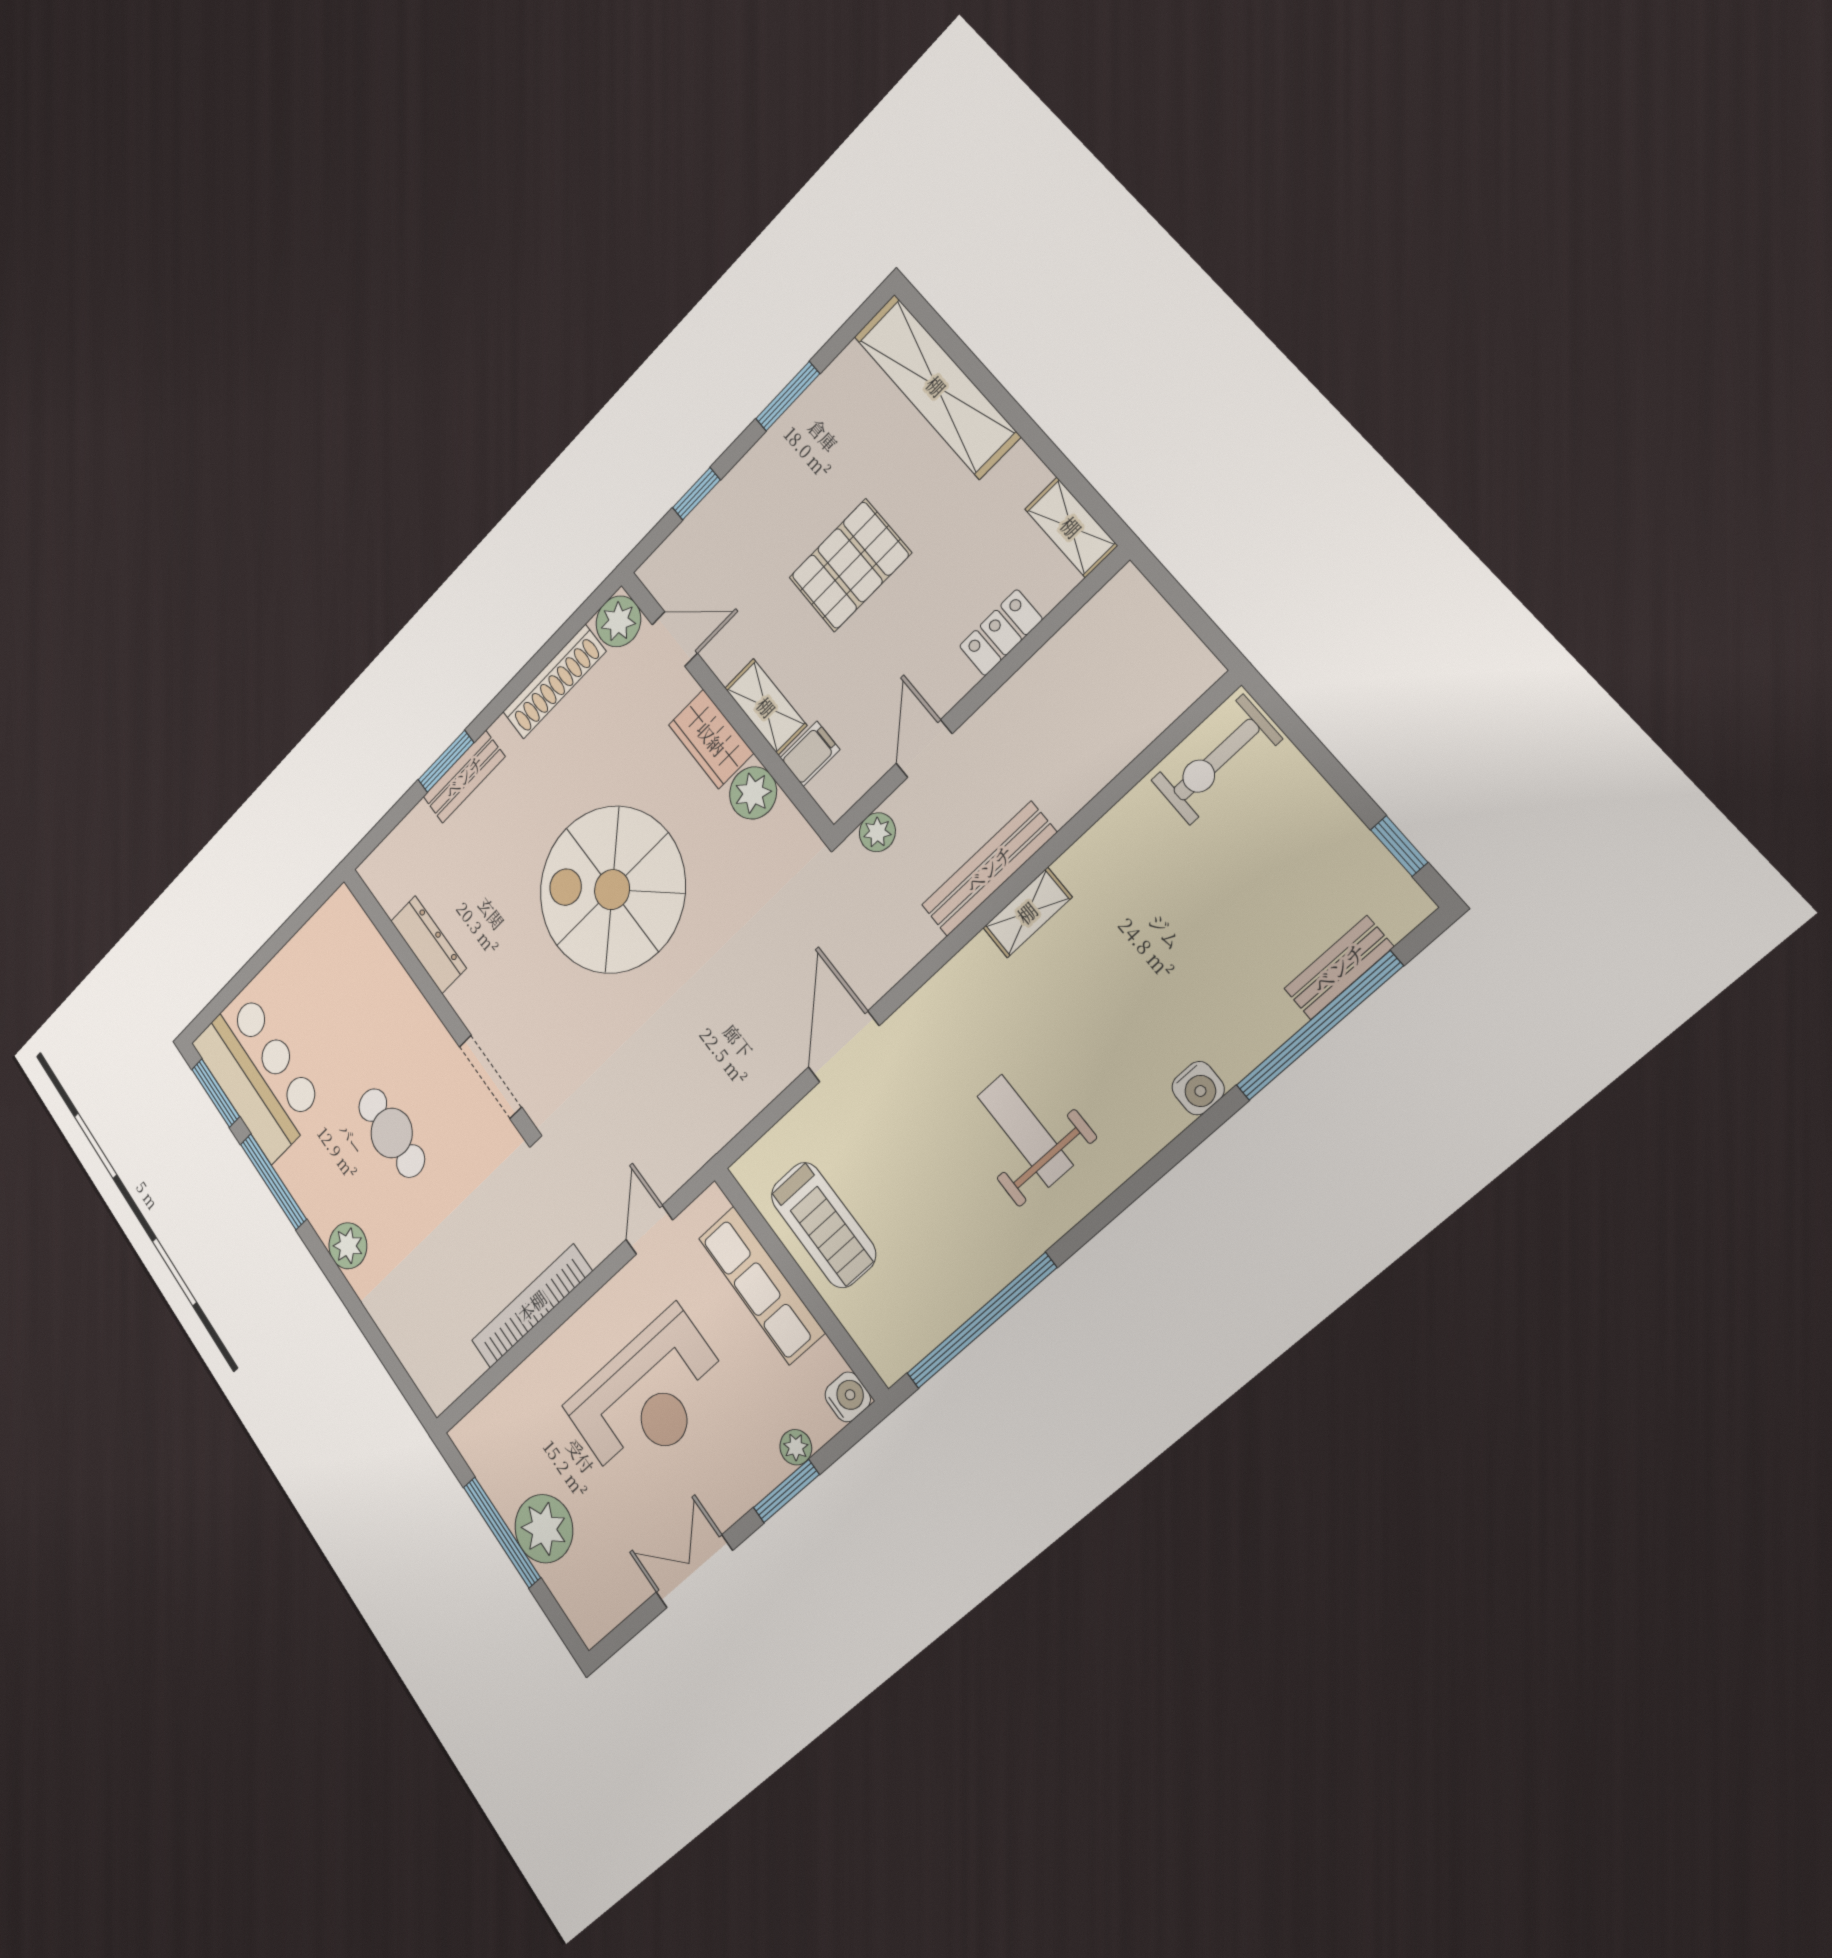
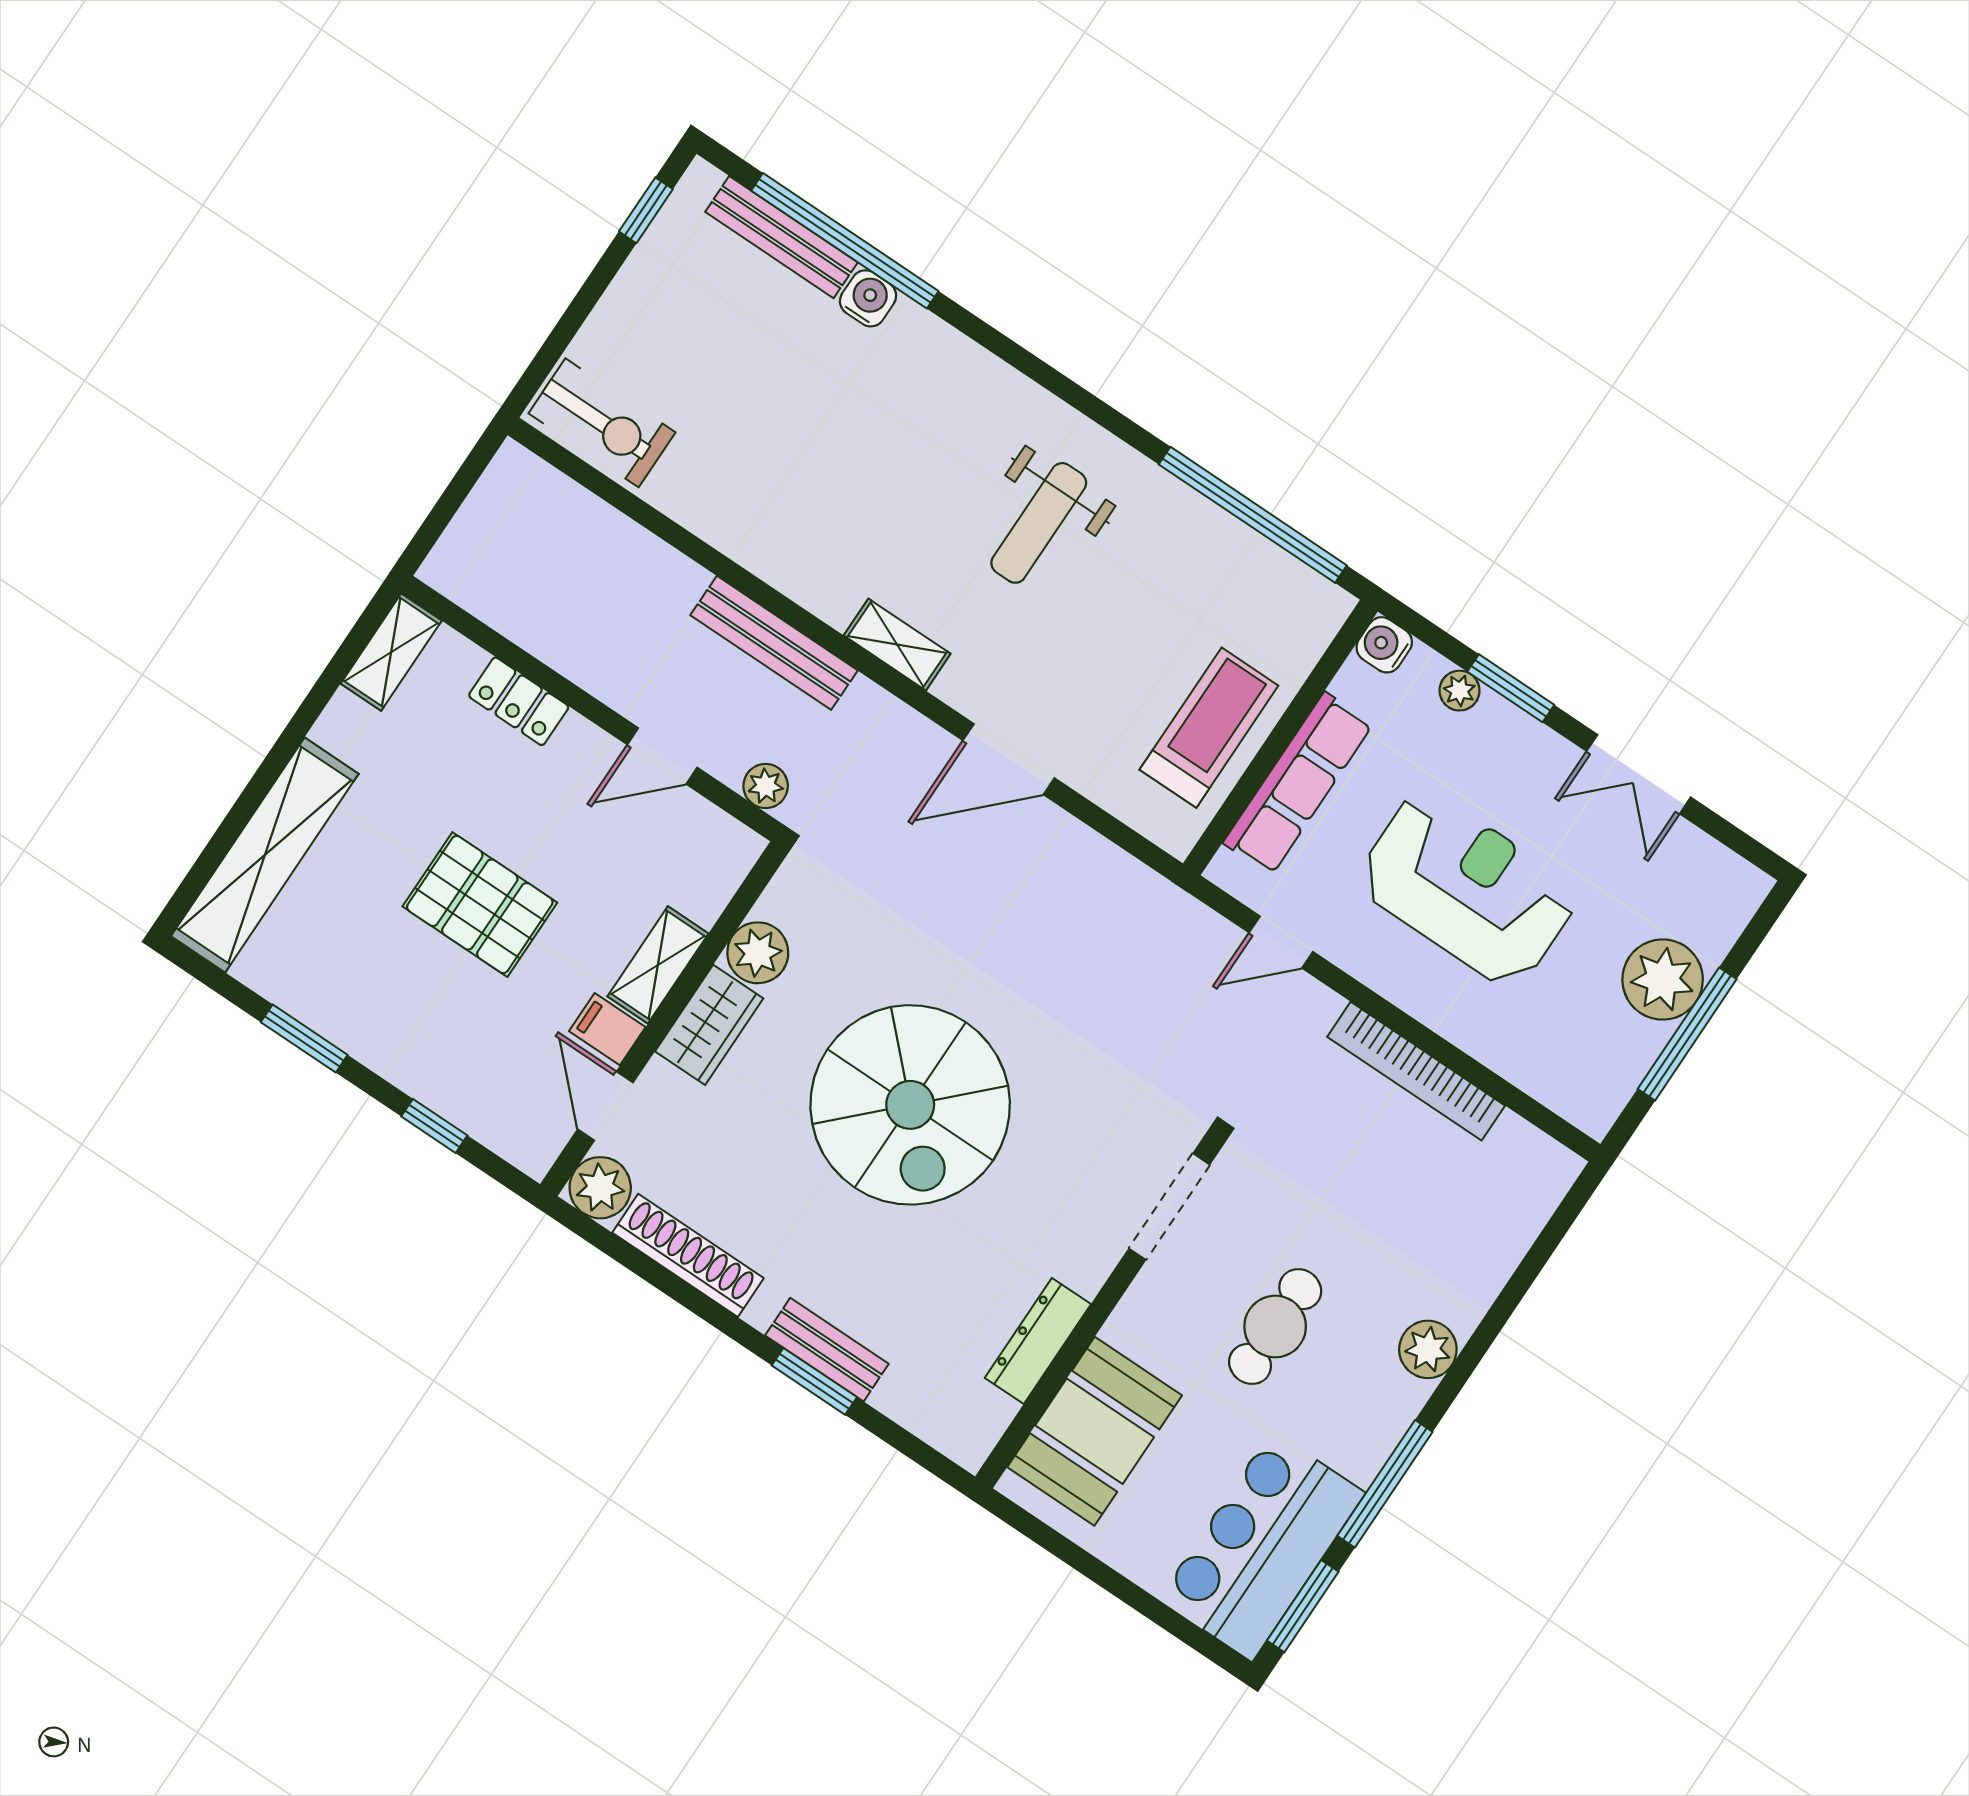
filing cabinet: (810, 754) -> (607, 1029), moved
shelving: (1027, 913) -> (897, 645), moved
bench: (1339, 968) -> (781, 237), width x1.36
booth: (360, 971) -> (1095, 1431), added
water cooler: (1198, 1088) -> (868, 298), moved

